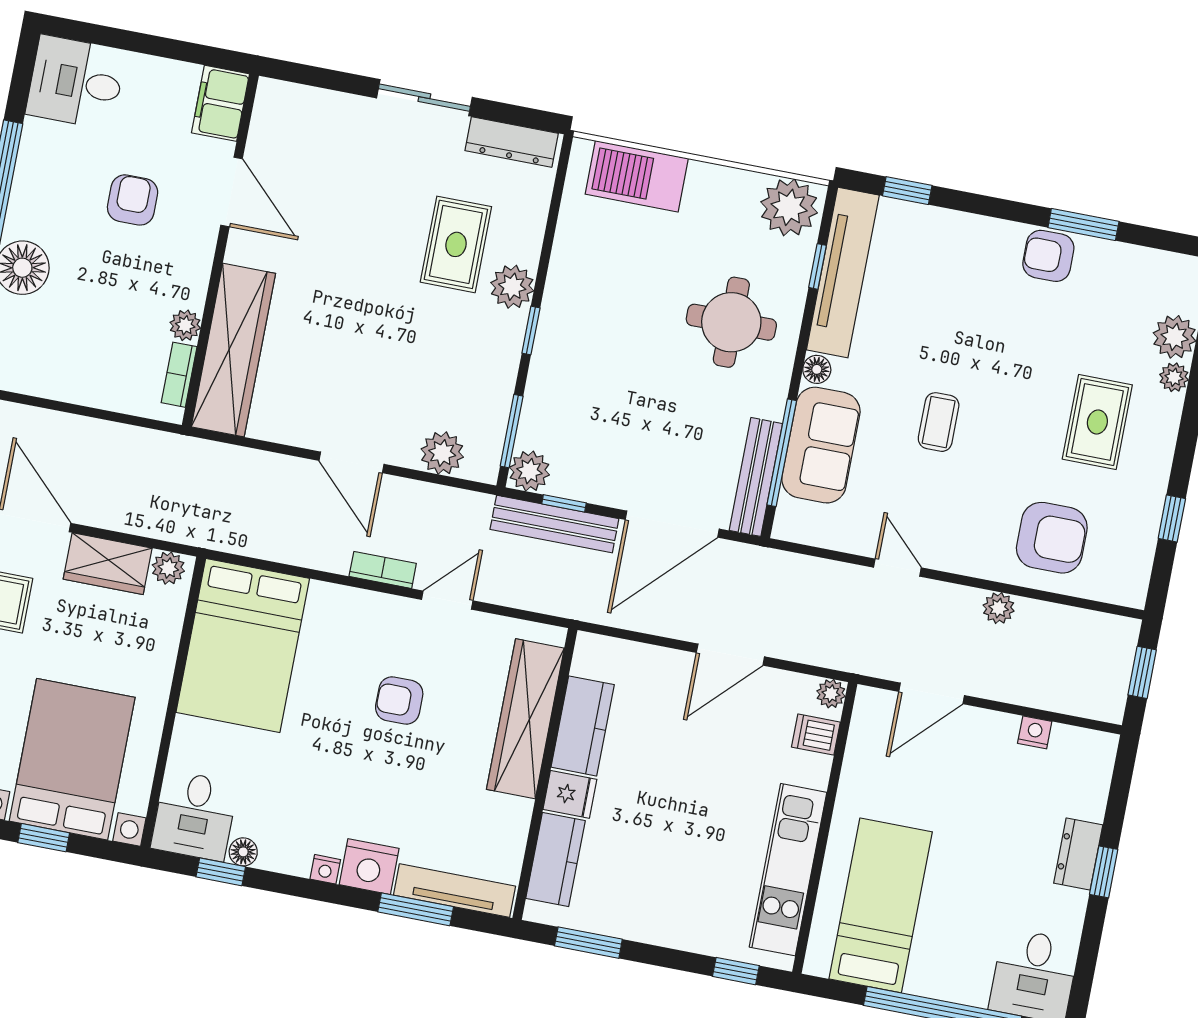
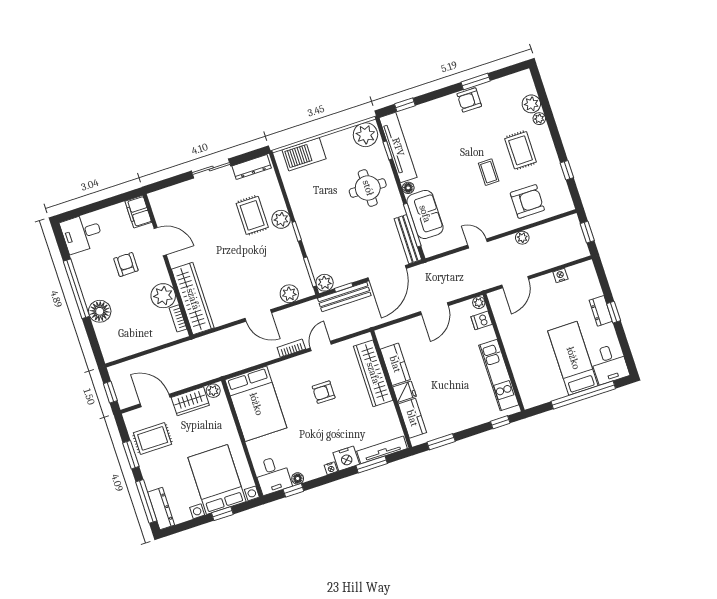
plant: (185, 325) -> (163, 296), width x1.88, depth x1.88
coffee table: (939, 422) -> (489, 172), moved
bed: (881, 905) -> (573, 358), moved

